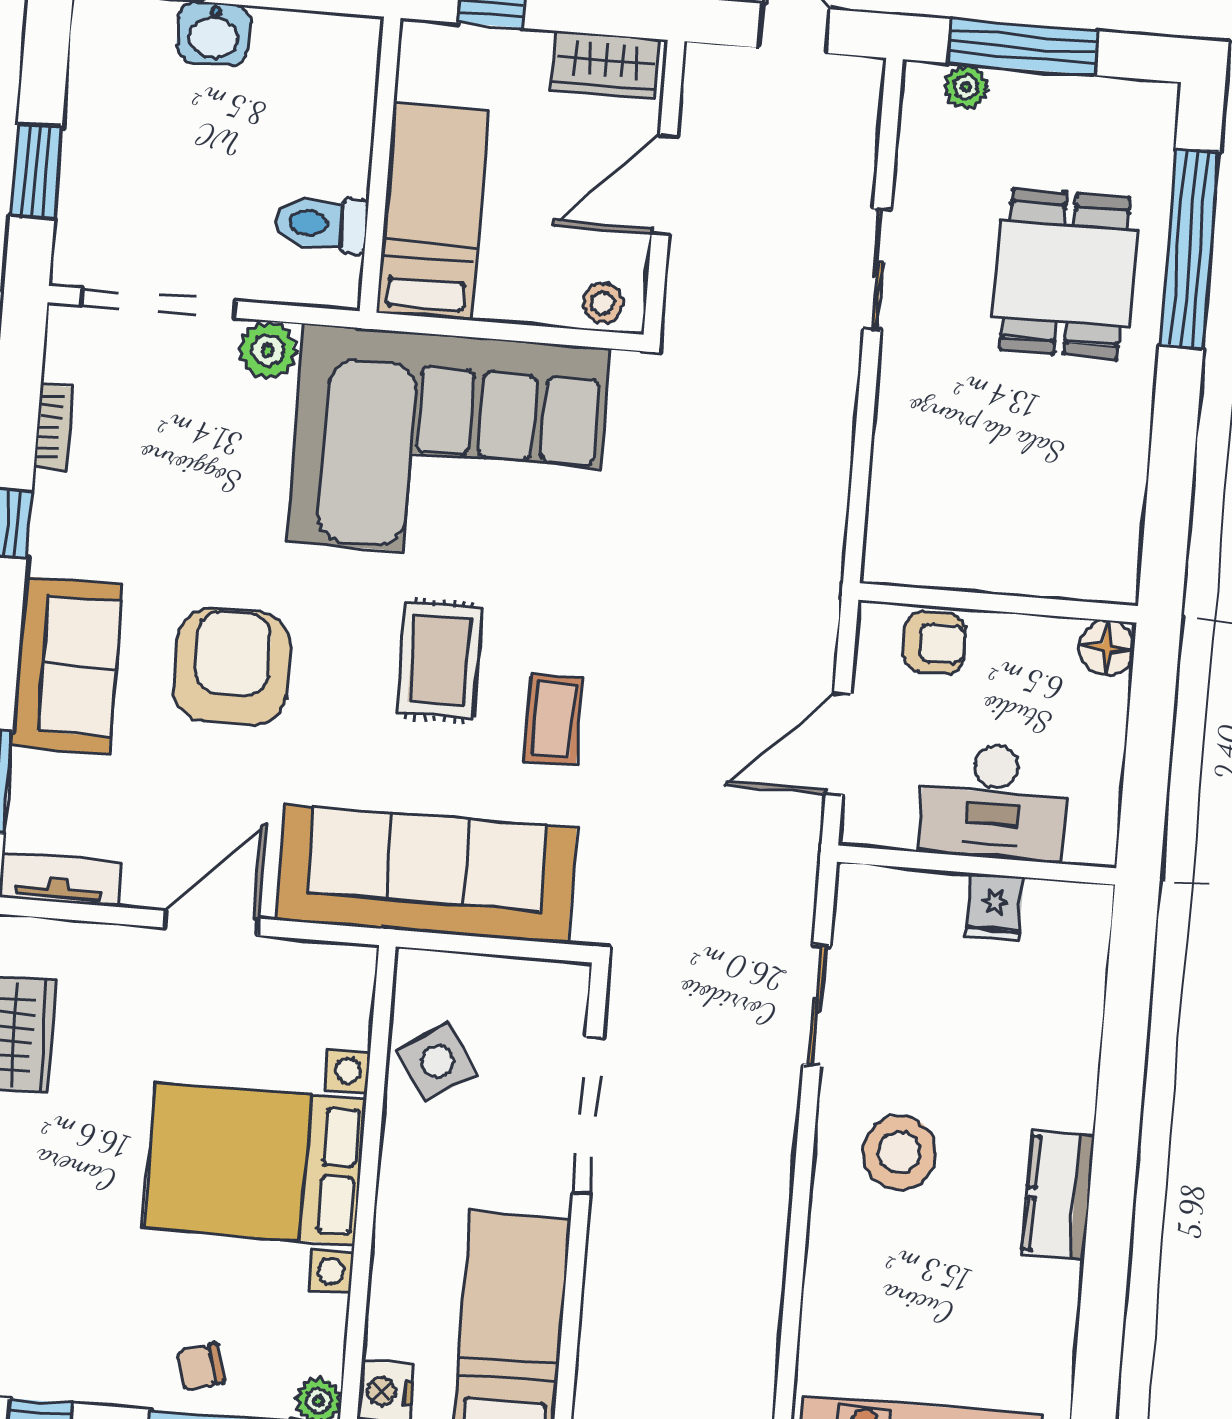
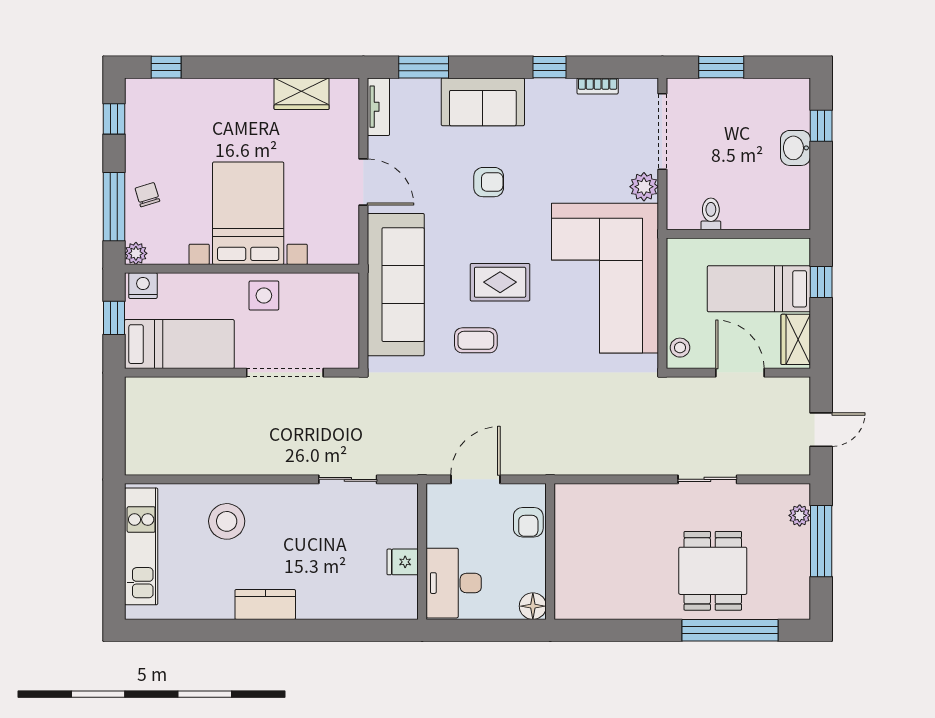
bed: (432, 211) -> (759, 289), moved, turned 180
toilet: (321, 224) -> (711, 214), width x0.73, depth x0.72
dining table: (1065, 274) -> (713, 571), turned 90
armchair: (232, 667) -> (489, 182), width x0.53, depth x0.53
door: (838, 744) -> (475, 479), hinge flipped
desk: (994, 802) -> (454, 583), moved
side table: (437, 1061) -> (264, 296), moved, turned 33
stool: (899, 1152) -> (227, 521), moved

